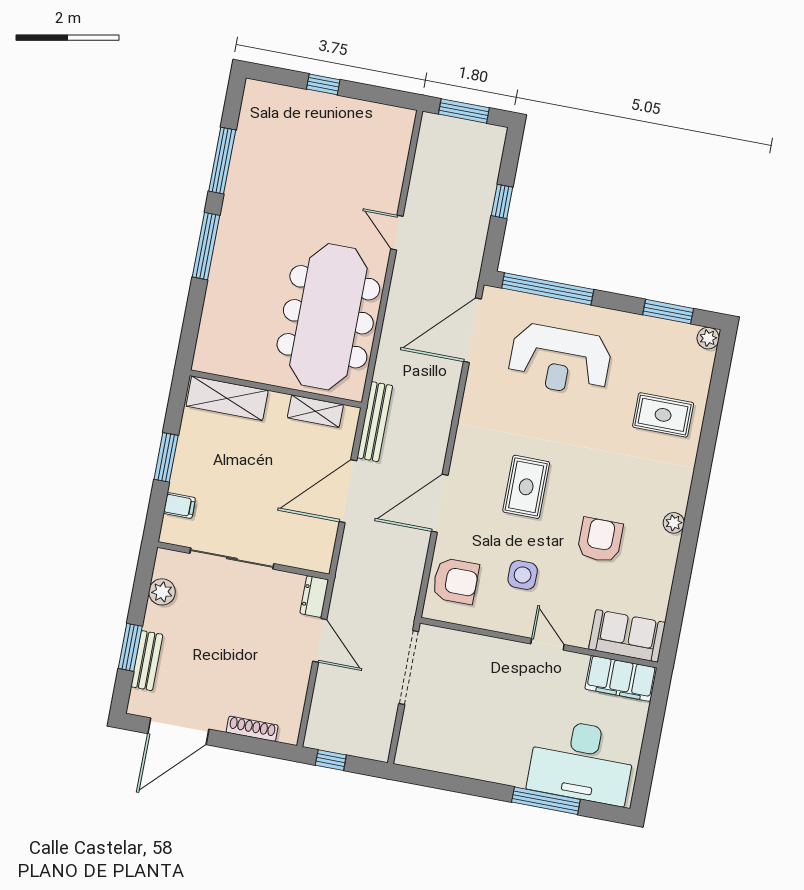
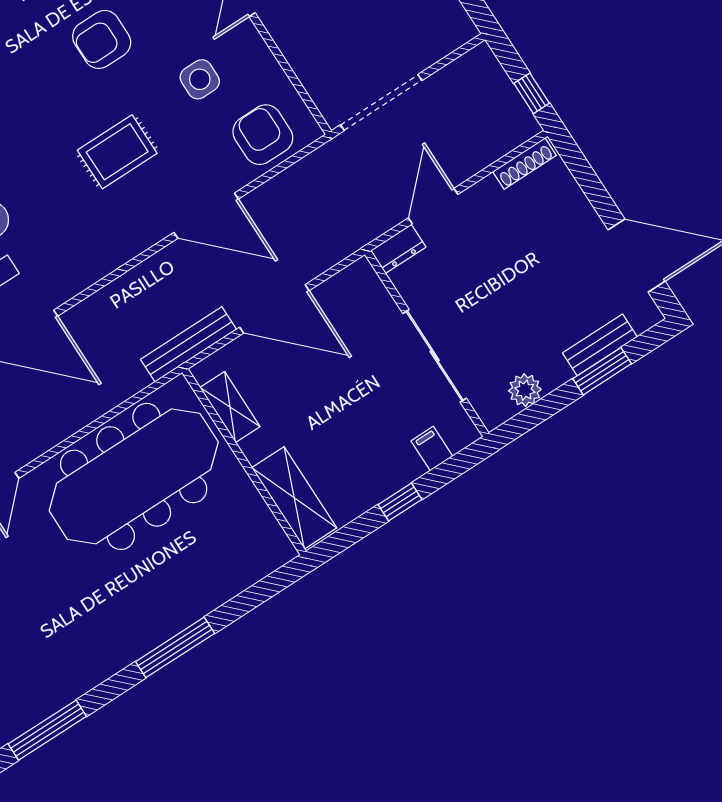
window: (222, 161) -> (47, 730), moved
window: (166, 457) -> (400, 502), width x0.67
shoe rack: (252, 729) -> (524, 163), moved, turned -90

